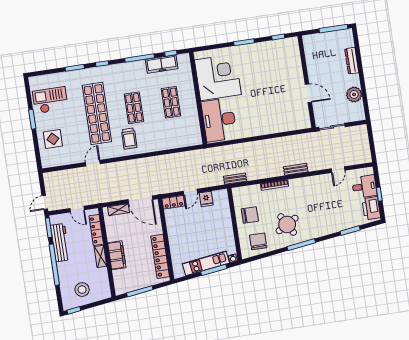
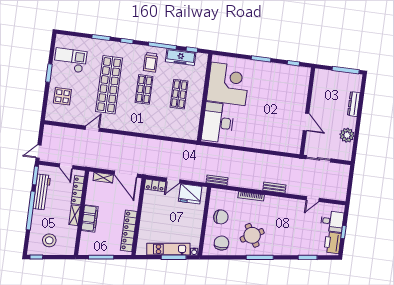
trolley: (129, 139) -> (151, 62), moved
fridge: (206, 199) -> (190, 194), width x1.88, depth x1.34

